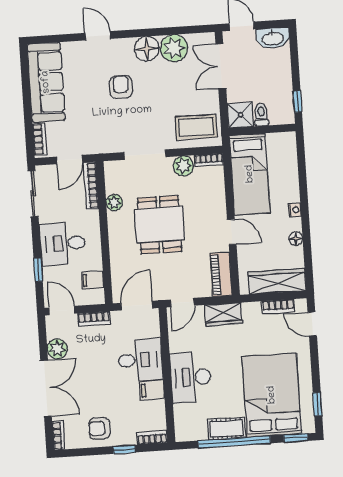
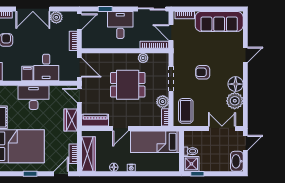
armchair: (121, 87) -> (203, 72), moved, turned 180
shower: (240, 115) -> (191, 164), moved
filing cabinet: (93, 280) -> (97, 42), removed
window: (318, 404) -> (30, 174), moved

